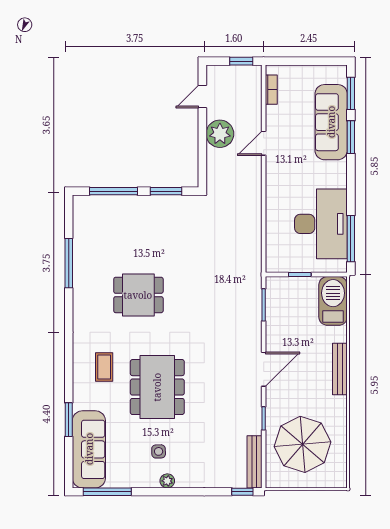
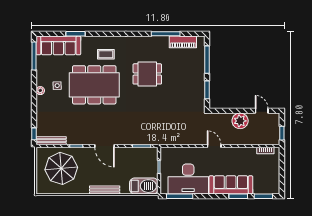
sofa: (331, 122) -> (231, 185), moved
door: (264, 143) -> (214, 146), moved
piano: (83, 233) -> (183, 42), added
dining table: (138, 295) -> (147, 74), turned 90
dining table: (157, 387) -> (94, 85), width x1.36, depth x1.24

